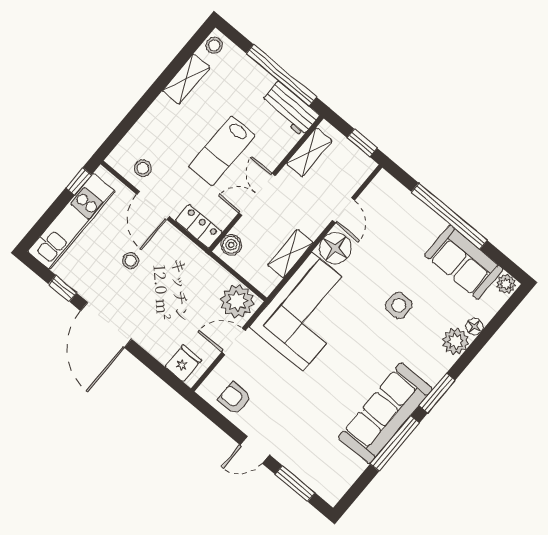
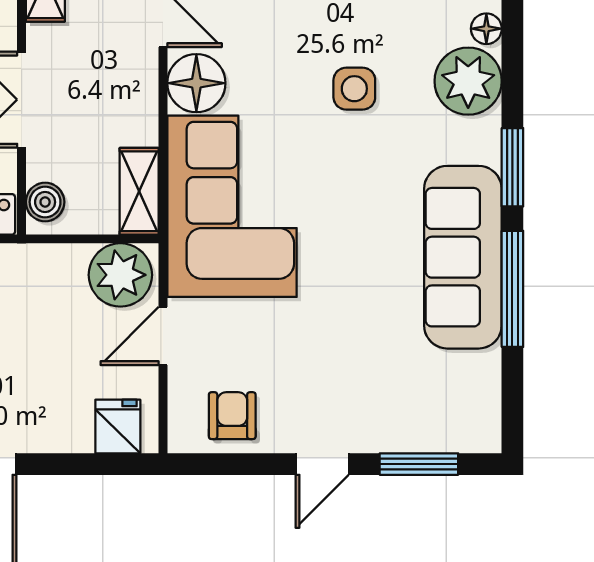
shelving: (290, 254) -> (139, 191), moved
plant: (456, 341) -> (468, 81), width x1.36, depth x1.36
armchair: (234, 399) -> (232, 416), turned 90

